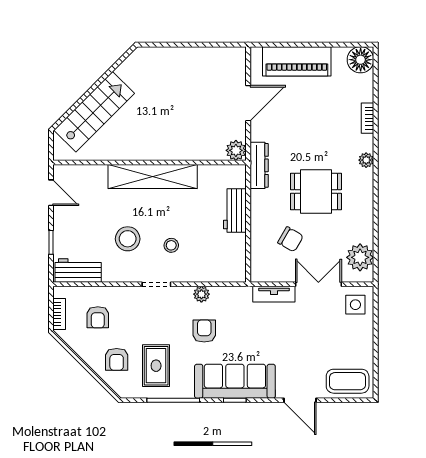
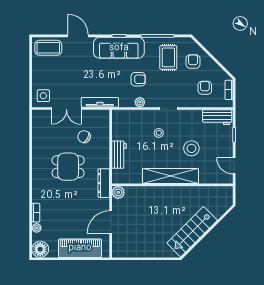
stairs: (94, 112) -> (192, 232), moved
plant: (366, 160) -> (37, 228), moved
stool: (128, 239) -> (191, 148), moved
plant: (360, 257) -> (40, 125), removed
tv unit: (274, 294) -> (100, 102), width x1.41
armchair: (204, 331) -> (138, 79), turned -90

